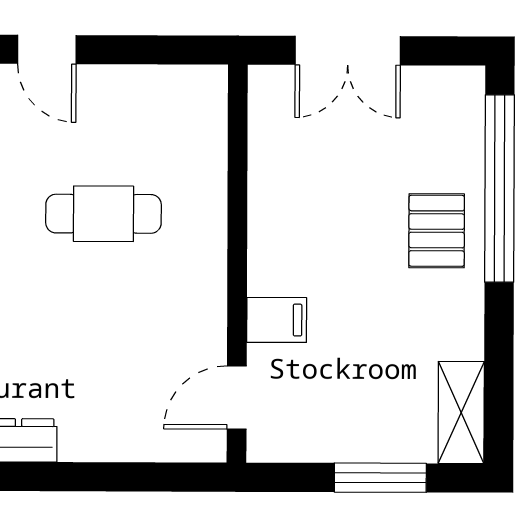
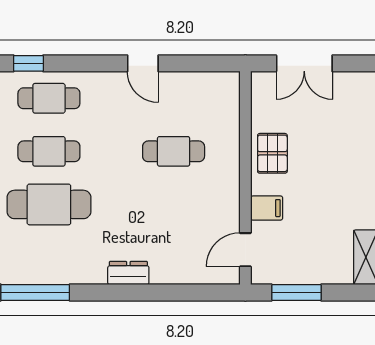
pallet: (437, 231) -> (272, 153), moved
window: (380, 478) -> (296, 292), moved

